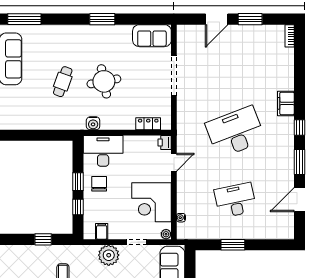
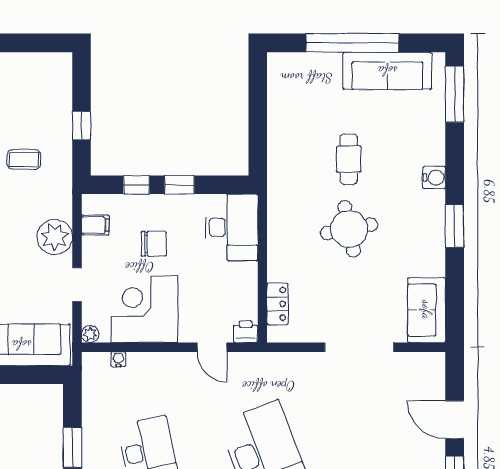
cafe table: (63, 82) -> (349, 159), turned 70
water cooler: (93, 123) -> (434, 178), moved, turned 180
chair: (99, 184) -> (154, 244), moved

